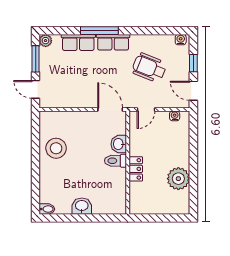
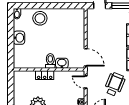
door: (110, 110) -> (86, 57), hinge flipped
stool: (56, 148) -> (40, 18), moved

